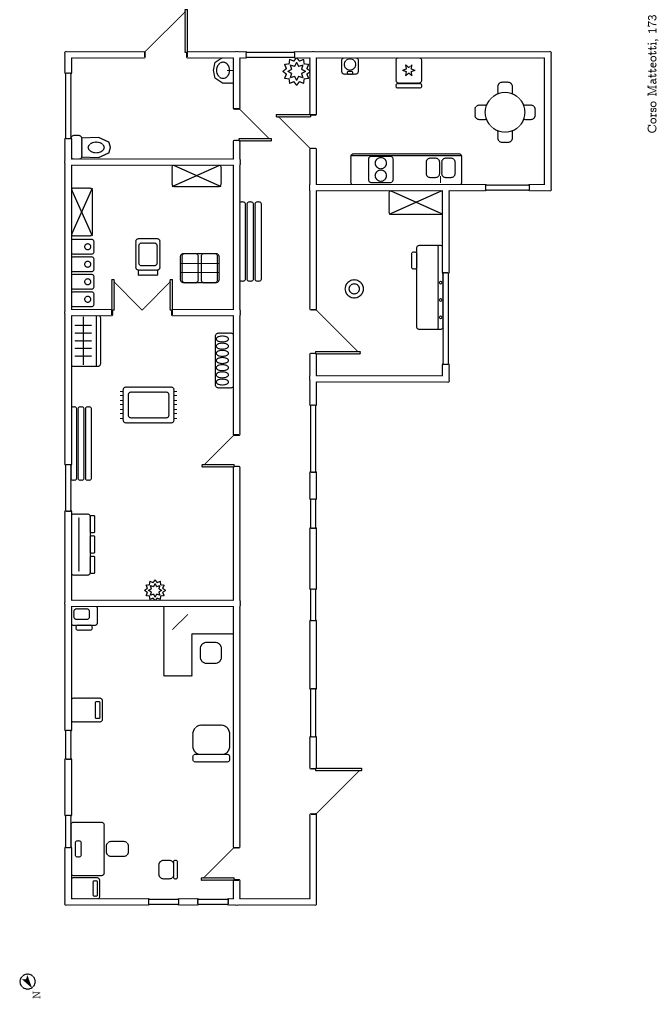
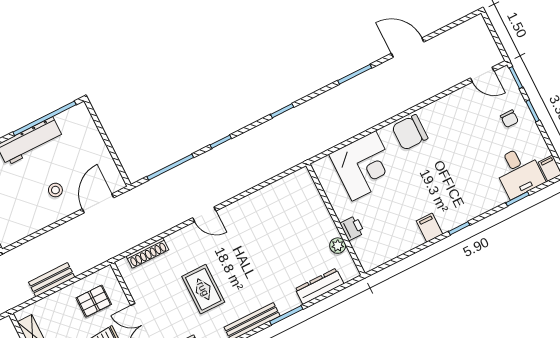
bench: (250, 242) -> (52, 280), width x0.73
pallet: (200, 268) -> (94, 301), turned 90
plant: (155, 590) -> (338, 246), moved
printer: (84, 618) -> (352, 228), moved
corner desk: (199, 641) -> (364, 166), moved, turned 90

